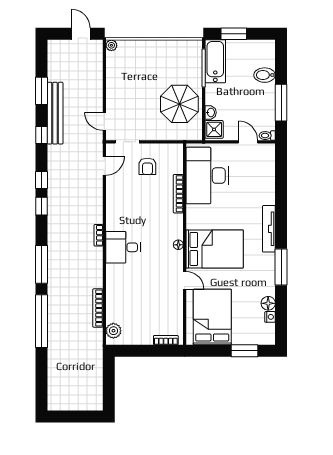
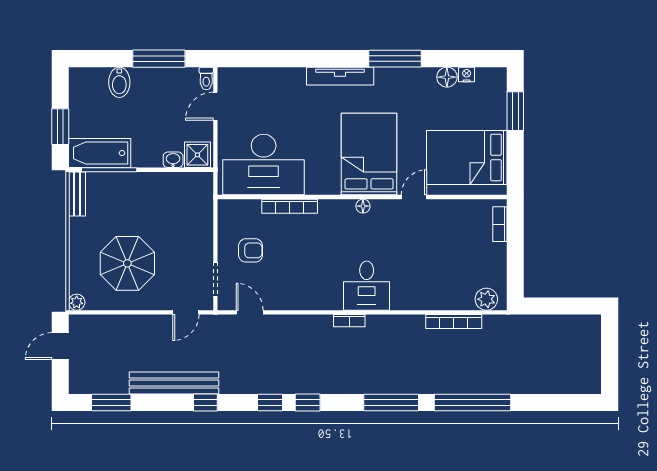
bench: (187, 46) -> (77, 194), added
window: (41, 91) -> (111, 403), moved
parasol: (179, 104) -> (127, 263), moved

